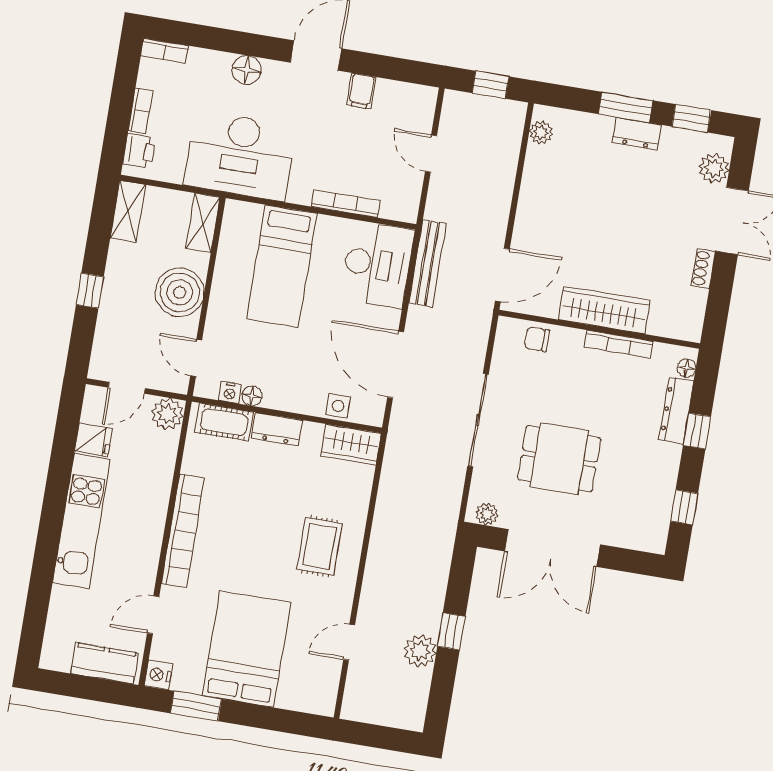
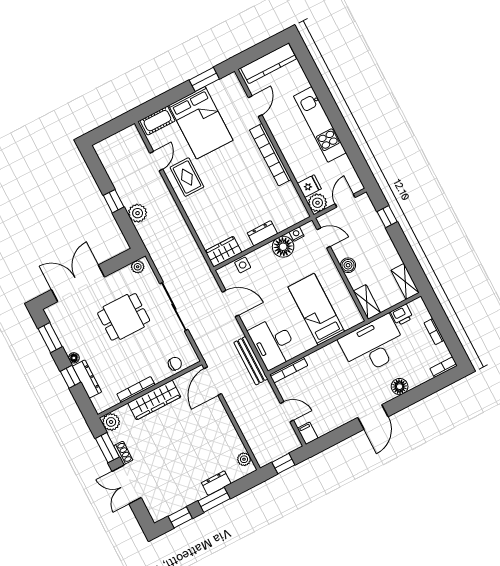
filing cabinet: (361, 91) -> (308, 433), moved
dresser: (637, 134) -> (216, 483), moved
printer: (139, 151) -> (402, 315), moved, turned -90
plant: (714, 168) -> (111, 422), moved
bookcase: (345, 204) -> (289, 370), moved
window: (90, 291) -> (387, 217), moved
boiler: (180, 292) -> (348, 265), width x0.54, depth x0.54
window: (720, 293) -> (107, 448), added
door: (396, 365) -> (231, 304), width x0.73
floor lamp: (687, 368) -> (74, 358), moved
floor lamp: (252, 396) -> (283, 247), width x1.89, depth x1.89
cot: (224, 422) -> (157, 121), moved
fridge: (93, 440) -> (309, 186), moved, turned 180
window: (684, 507) -> (50, 338), width x1.50
rug: (320, 546) -> (187, 177), moved
double door: (552, 548) -> (78, 283), moved
plant: (420, 651) -> (138, 213), moved
kitchen counter: (105, 663) -> (269, 63), width x1.50
nightstand: (158, 675) -> (232, 81), removed

